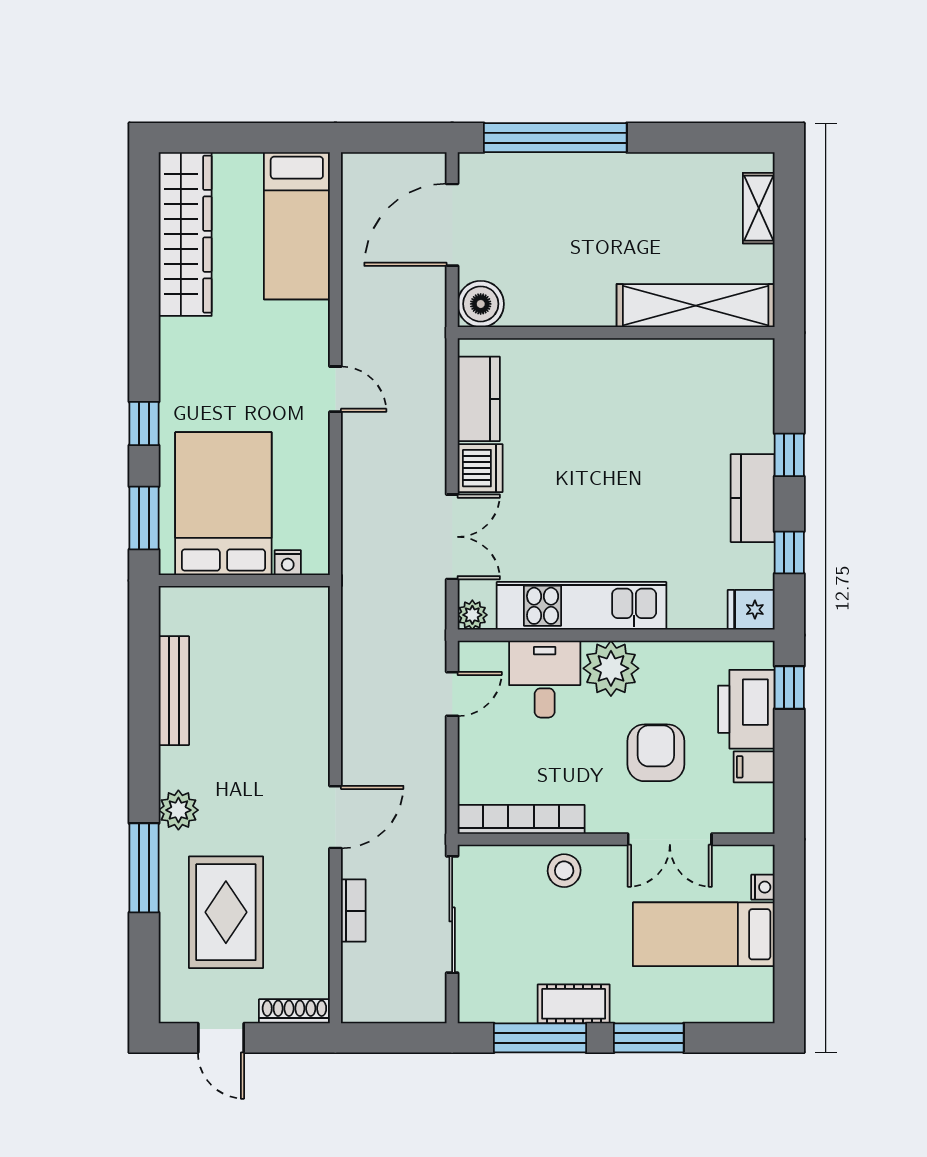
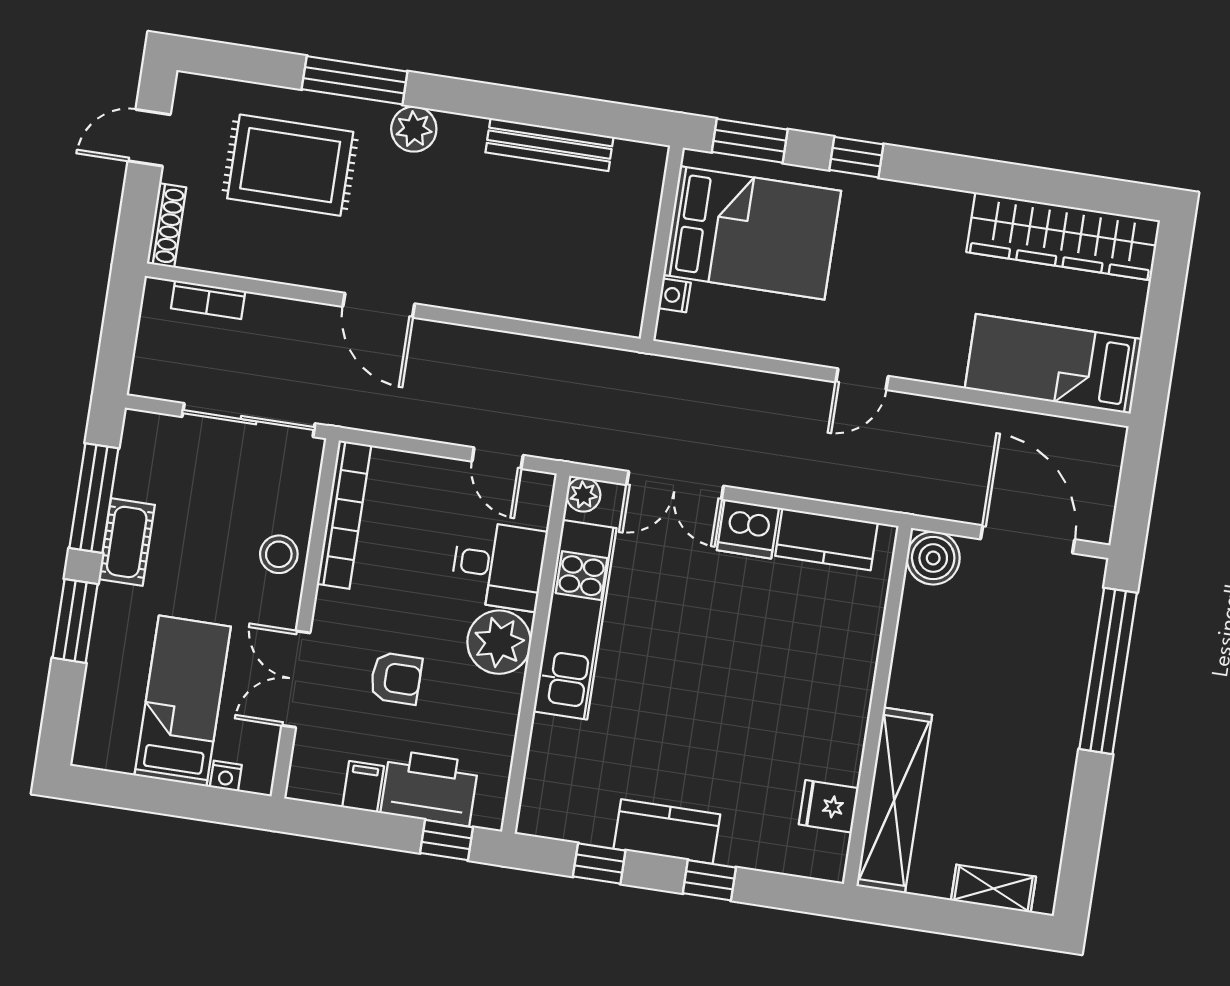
fridge: (751, 610) -> (829, 806), moved, turned -90
armchair: (656, 753) -> (396, 678), width x0.72, depth x0.72
bookcase: (353, 911) -> (208, 300), moved

